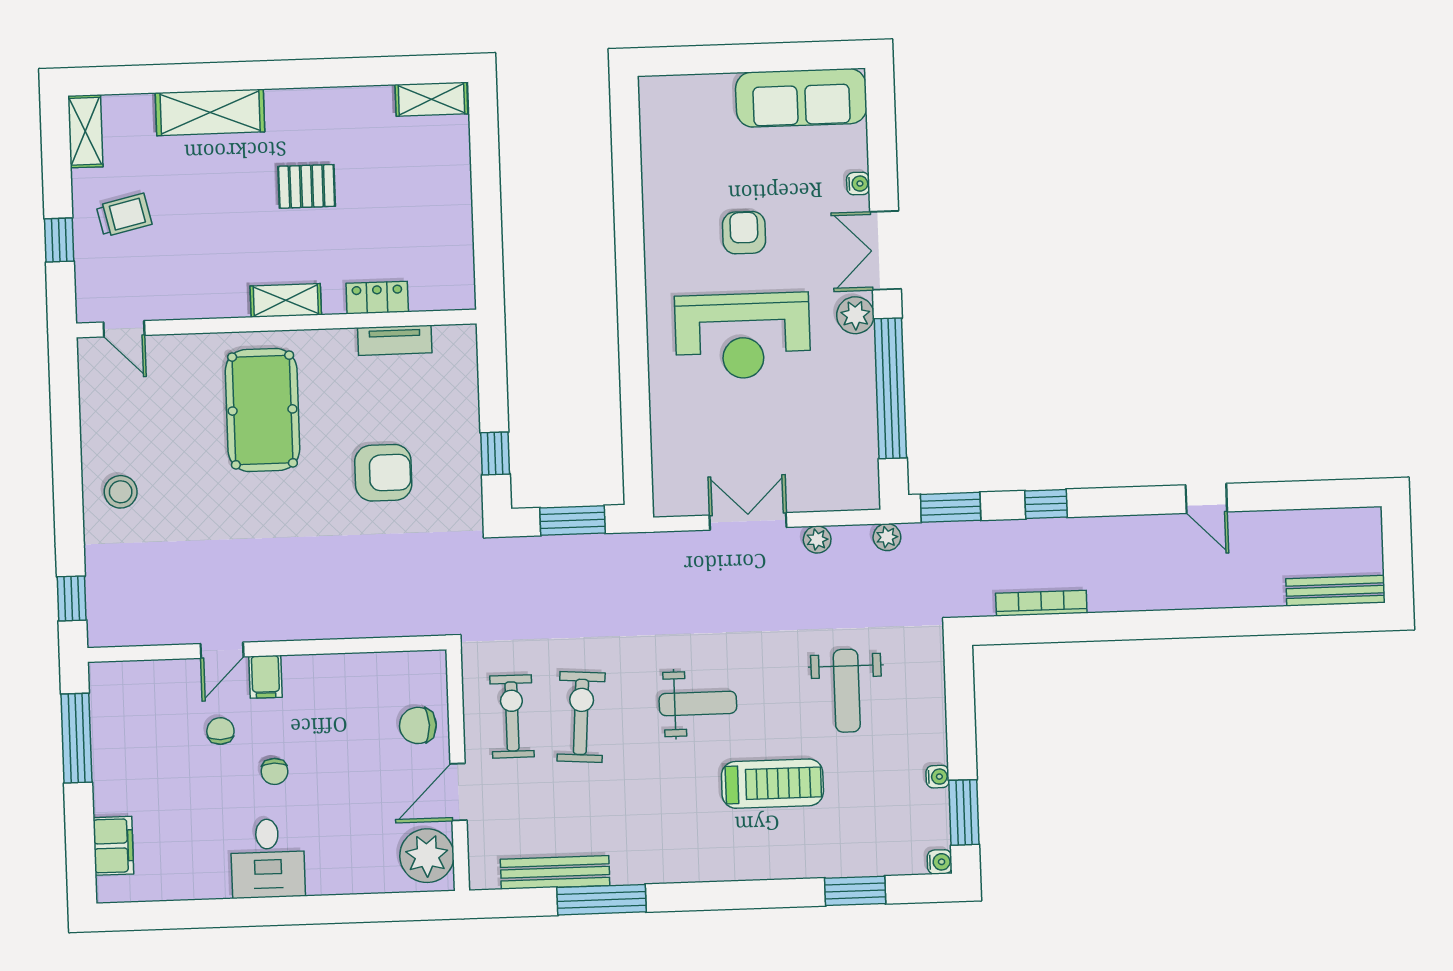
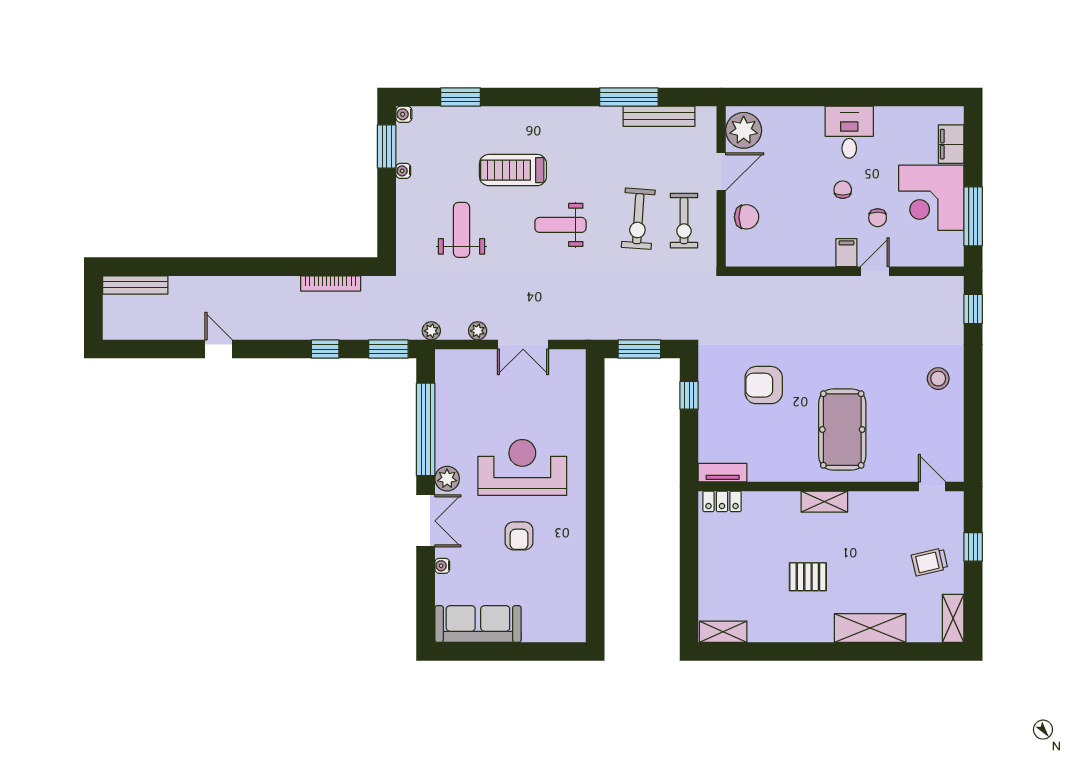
locker: (377, 298) -> (722, 501), moved
tv unit: (395, 340) -> (723, 473), moved
corner desk: (140, 764) -> (931, 198), added

